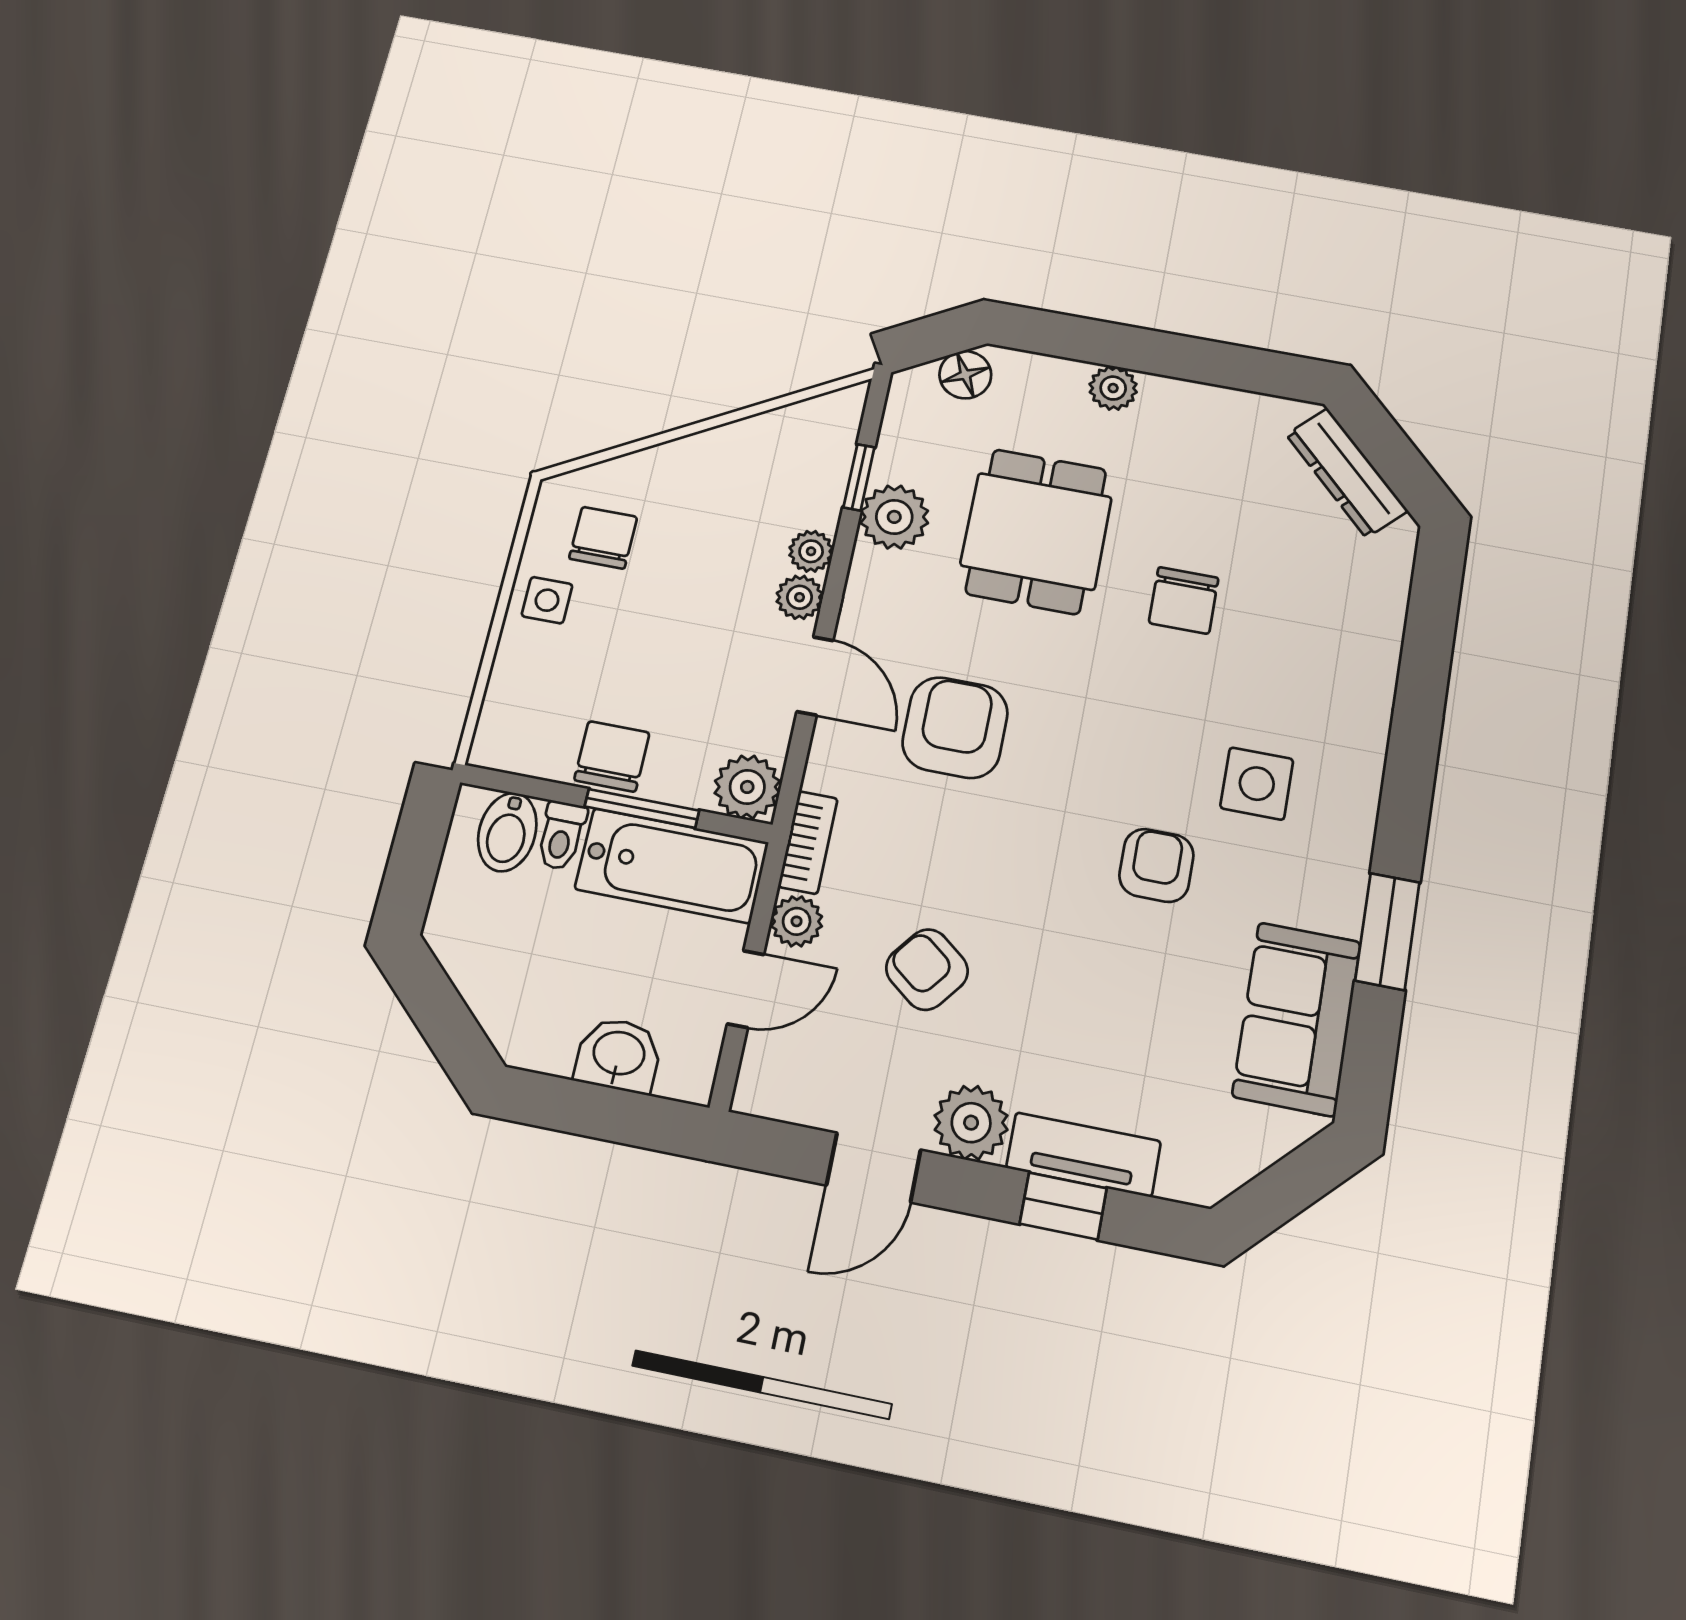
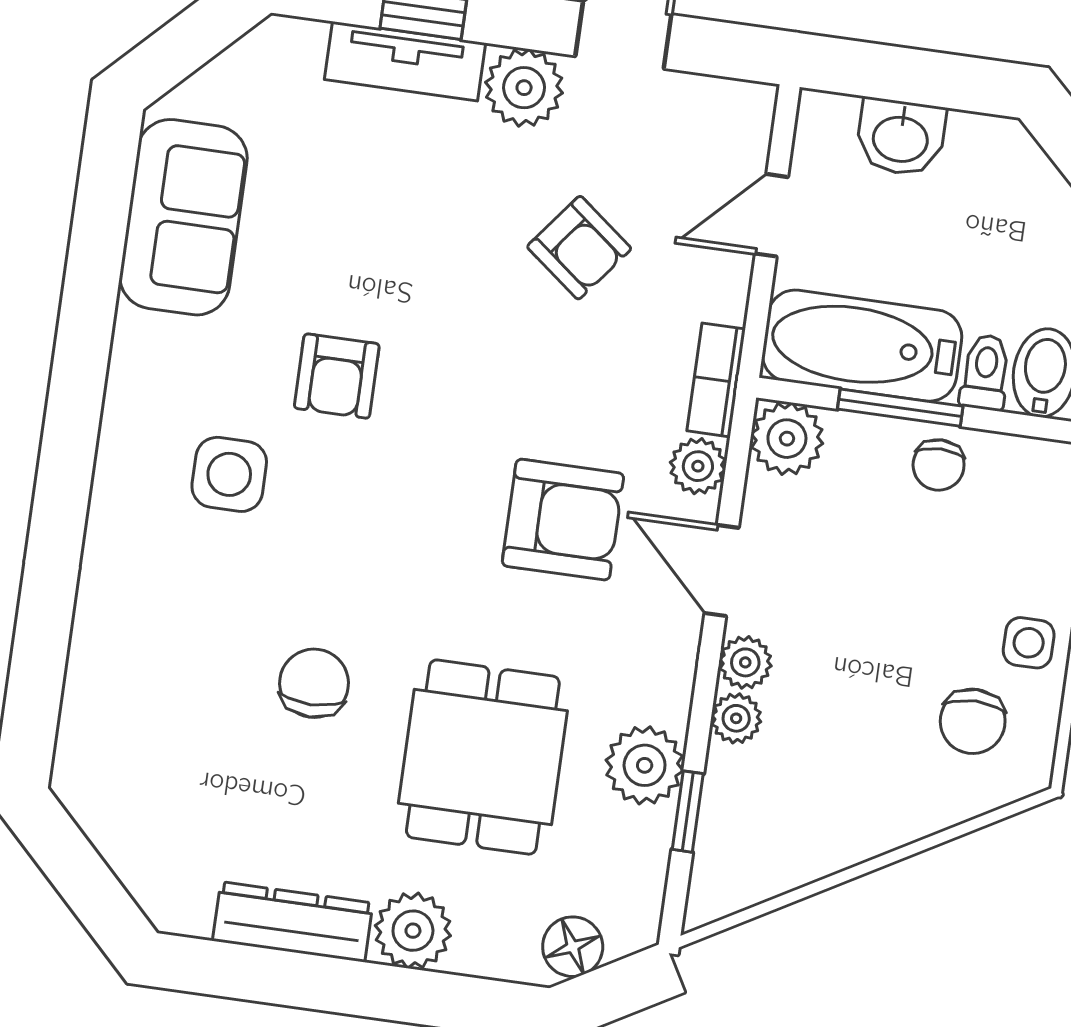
plant: (1113, 388) -> (413, 931), width x1.38, depth x1.38
dresser: (1347, 473) -> (293, 922), moved, turned -45
armchair: (955, 728) -> (563, 520), turned -90
chair: (612, 756) -> (939, 465), width x0.73, depth x0.73
plant: (797, 921) -> (698, 466), moved
window: (1387, 931) -> (87, 317), removed

